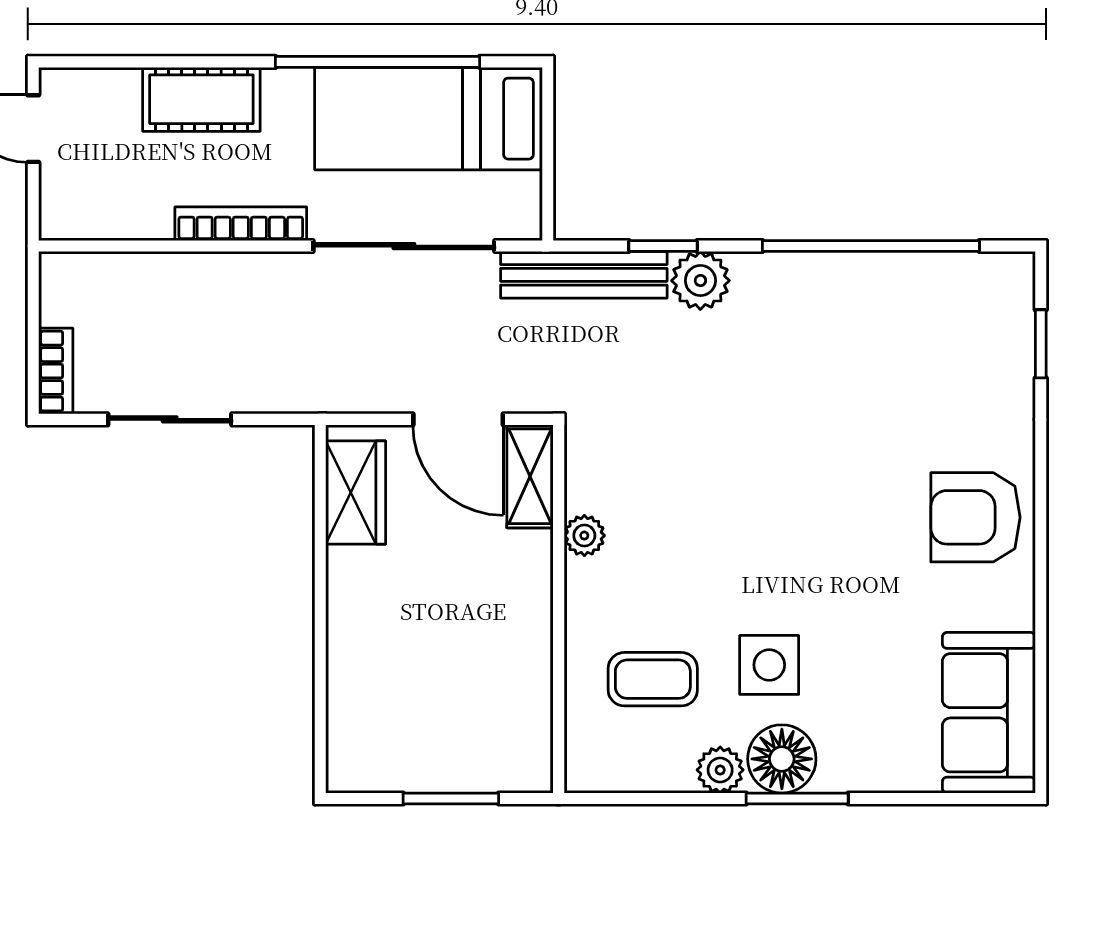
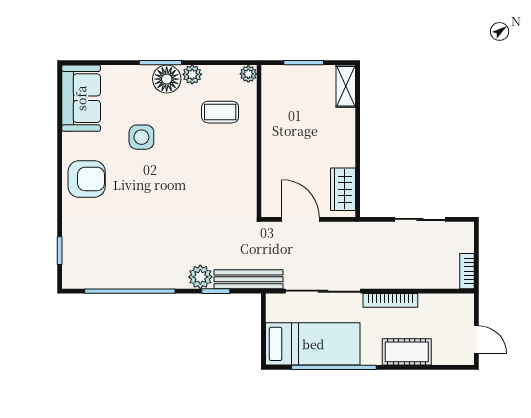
bookcase: (56, 371) -> (467, 271), moved
shelving: (530, 476) -> (346, 86), moved
plant: (584, 536) -> (248, 74), moved
side table: (769, 665) -> (141, 137), moved

